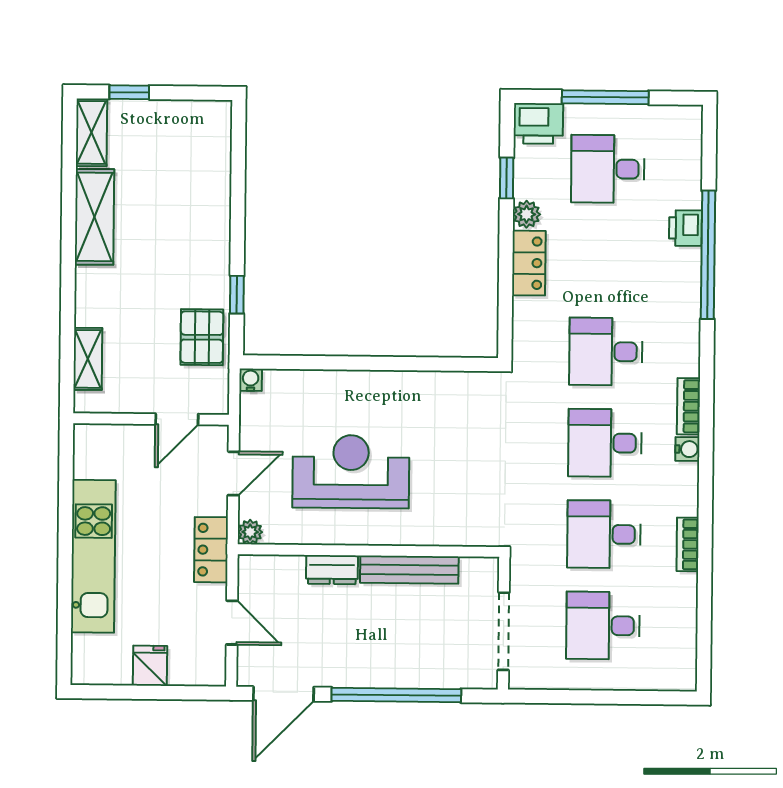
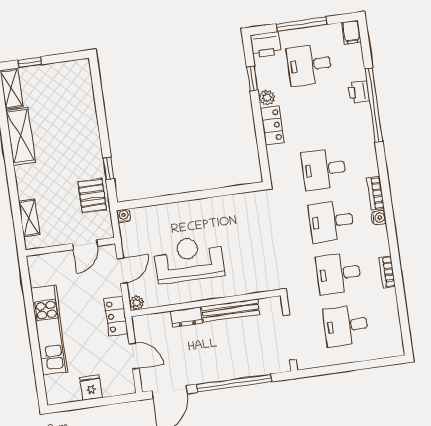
filing cabinet: (688, 124) -> (351, 32), added

